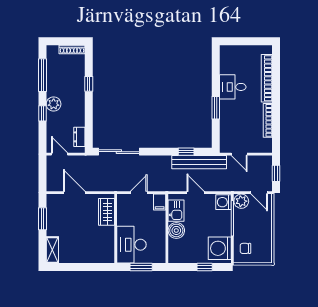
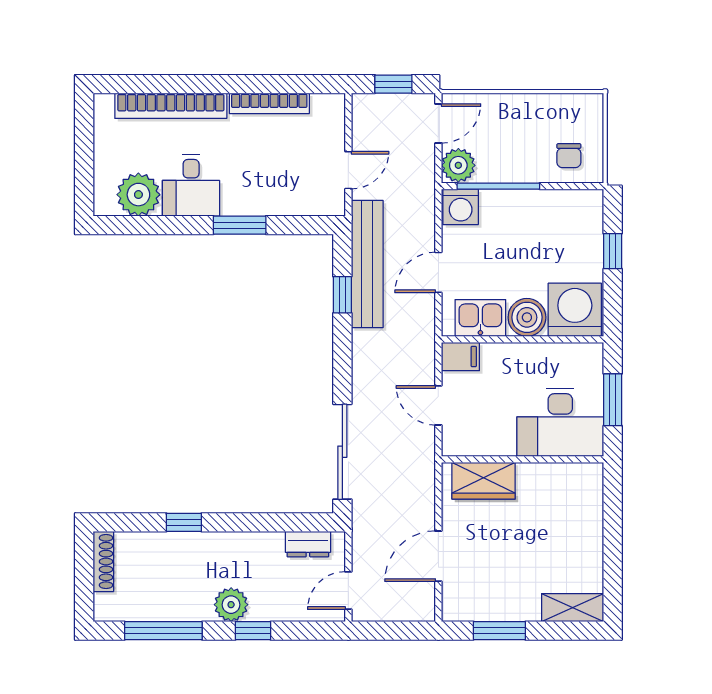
plant: (229, 64) -> (138, 195), added
washing machine: (220, 248) -> (575, 310), moved, turned 180

